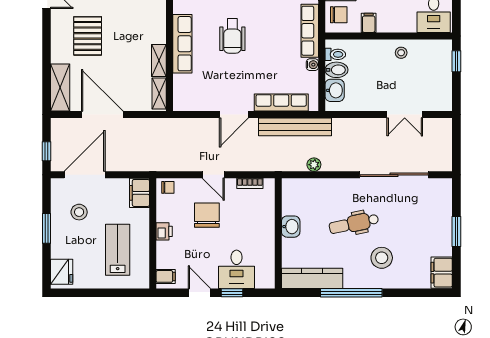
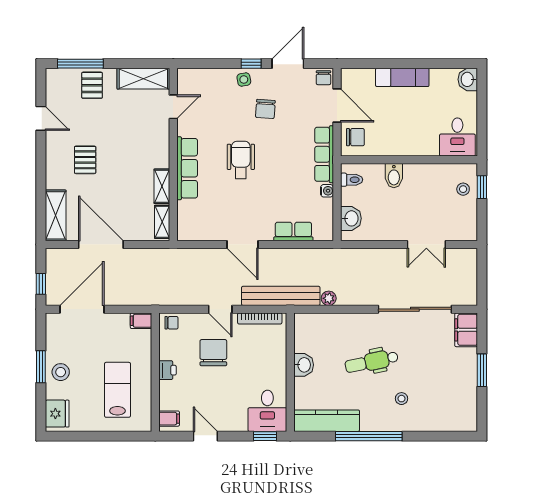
filing cabinet: (369, 23) -> (387, 146), removed
pallet: (88, 36) -> (85, 160), width x0.67, depth x0.71
wheelchair: (232, 36) -> (241, 160), turned 180
stool: (401, 53) -> (463, 189), moved
bidet: (336, 70) -> (394, 176), moved, turned 90
row of seats: (281, 103) -> (293, 231), width x0.68
door: (234, 115) -> (243, 244), hinge flipped
bench: (295, 127) -> (281, 296), moved
bookcase: (250, 183) -> (260, 318), width x1.56
filing cabinet: (140, 193) -> (141, 321), width x0.50
stool: (79, 212) -> (61, 372), moved
stool: (382, 258) -> (402, 399), width x0.53, depth x0.53
desk: (237, 269) -> (267, 411), moved
filing cabinet: (442, 273) -> (466, 330), moved
window: (232, 293) -> (265, 436), moved

